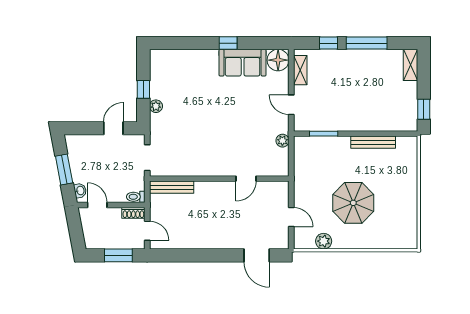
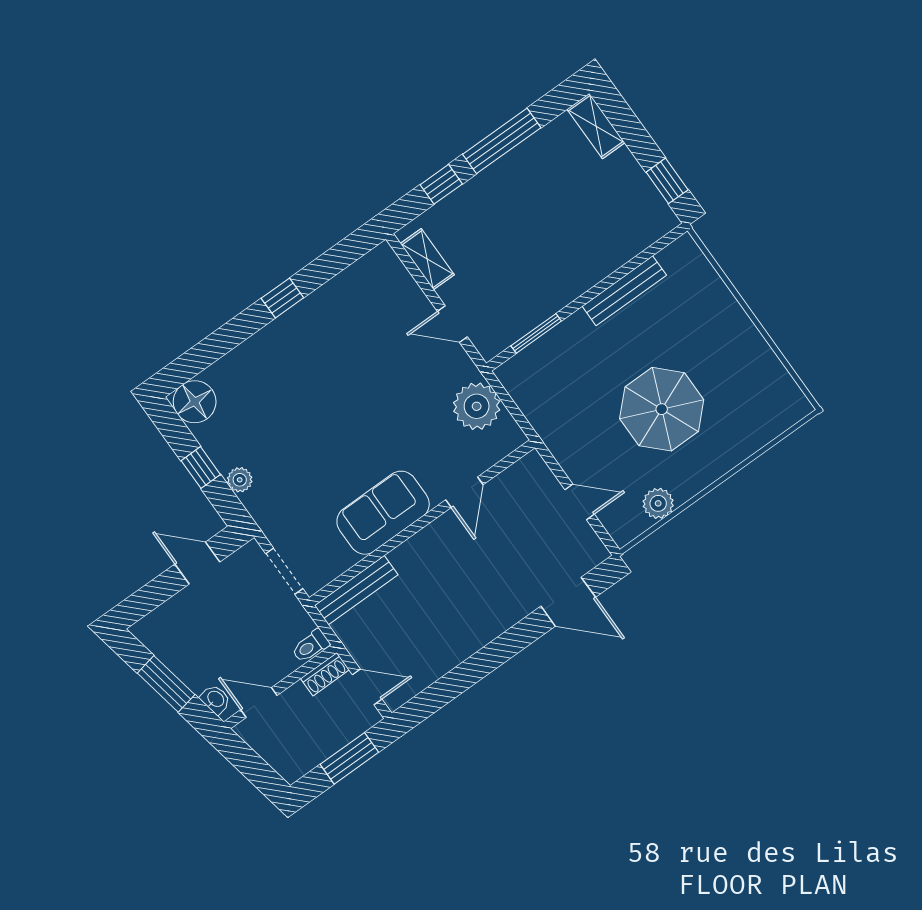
floor lamp: (278, 60) -> (195, 402), moved
sofa: (243, 63) -> (383, 513), moved, turned 180
door: (113, 128) -> (197, 563), hinge flipped
plant: (282, 141) -> (477, 406), width x1.88, depth x1.88

